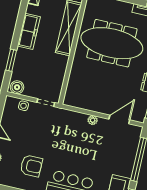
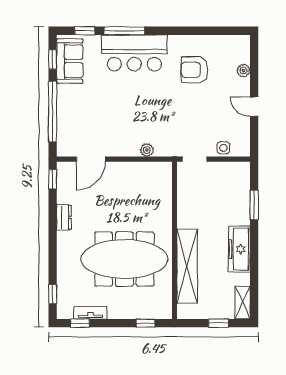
boiler: (17, 87) -> (238, 171), removed
plant: (93, 120) -> (147, 150), moved

